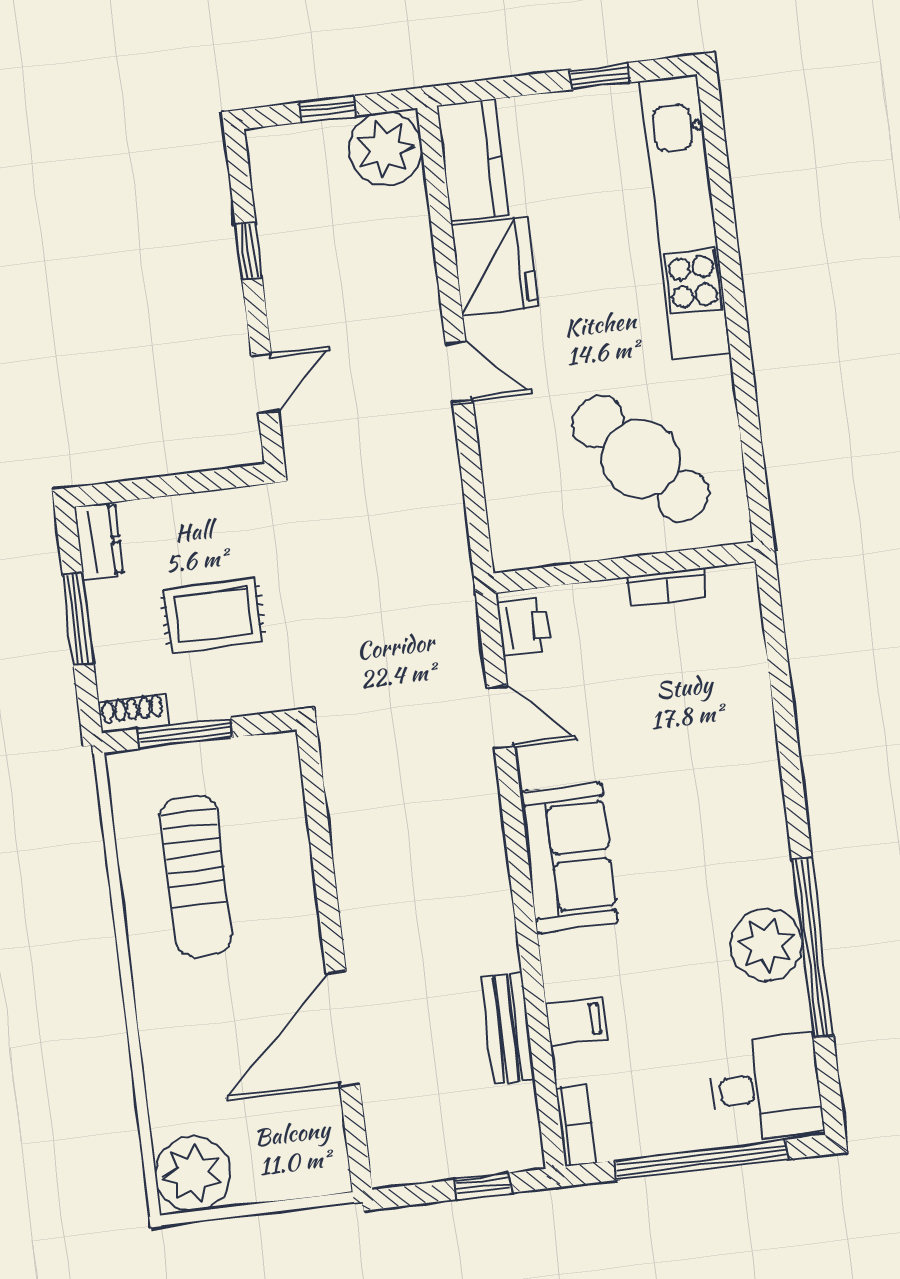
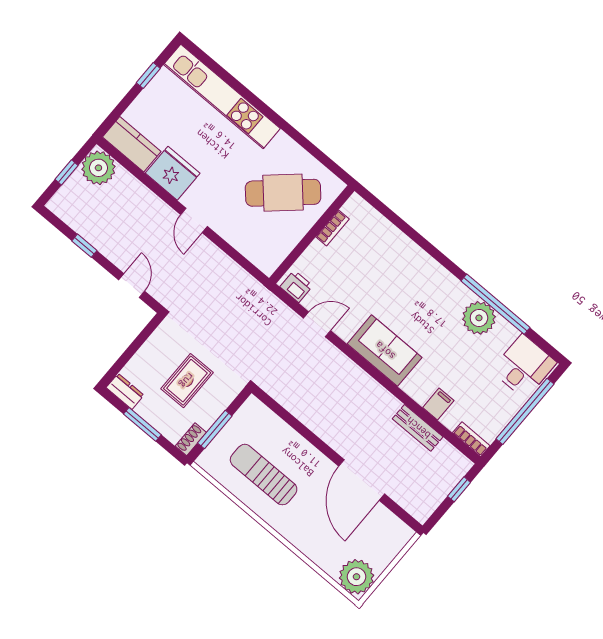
door: (459, 372) -> (194, 220), swing flipped
sun lounger: (196, 876) -> (264, 475), turned 180

